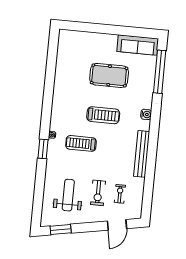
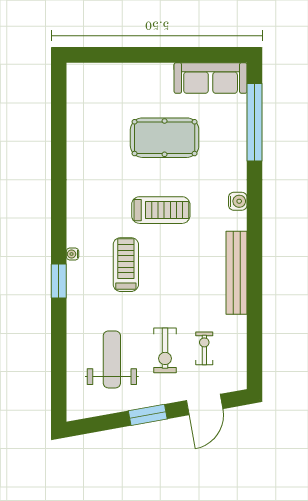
treadmill: (81, 143) -> (126, 265), turned 90
window: (61, 230) -> (148, 415), moved

